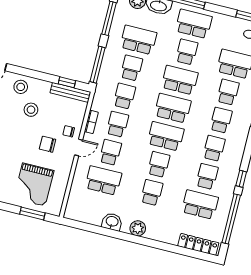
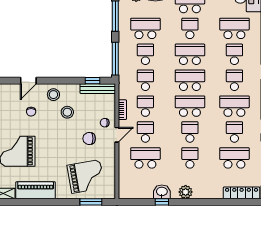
school desk: (214, 148) -> (234, 106), width x1.85
grand piano: (34, 185) -> (86, 176), turned -100
window: (109, 233) -> (162, 202), added

